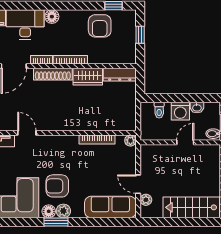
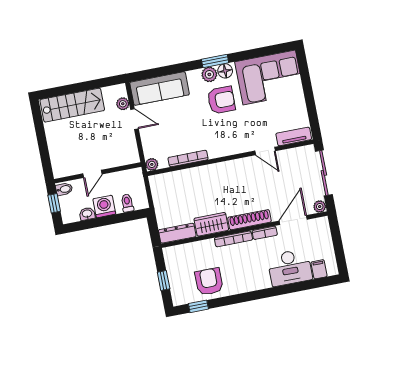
floor lamp: (52, 17) -> (263, 282), removed

